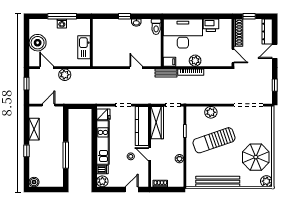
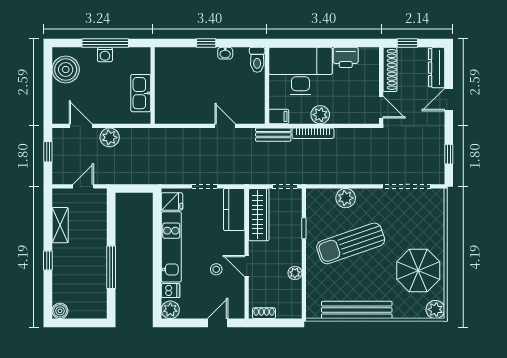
boiler: (38, 43) -> (66, 70), moved
kitchen counter: (142, 126) -> (234, 210), width x0.67

